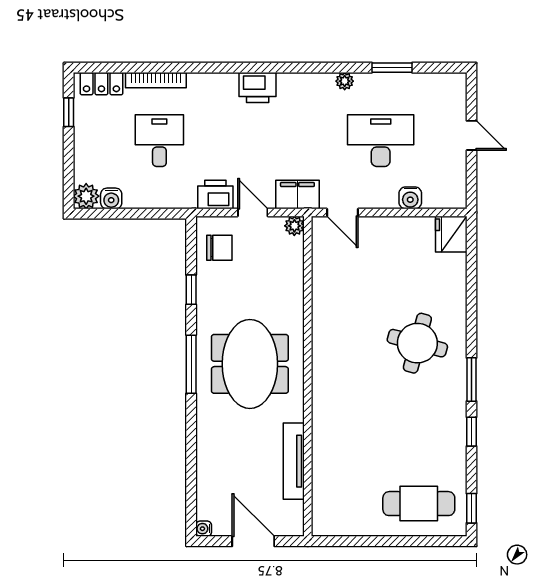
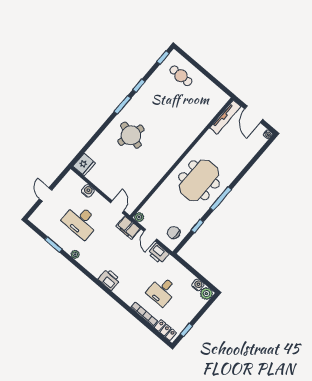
tv unit: (294, 461) -> (225, 117), moved
cafe table: (419, 504) -> (181, 76), width x0.73, depth x0.74

